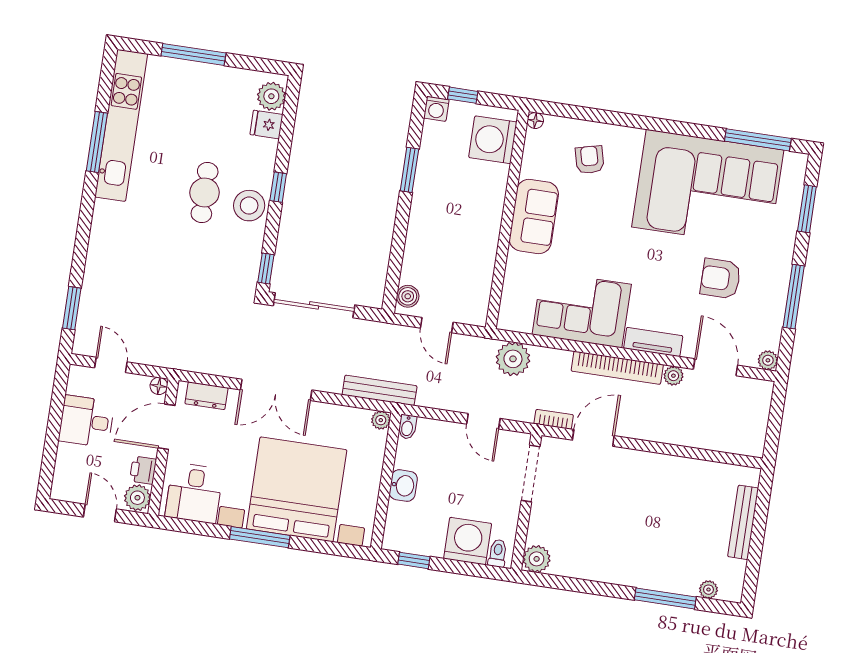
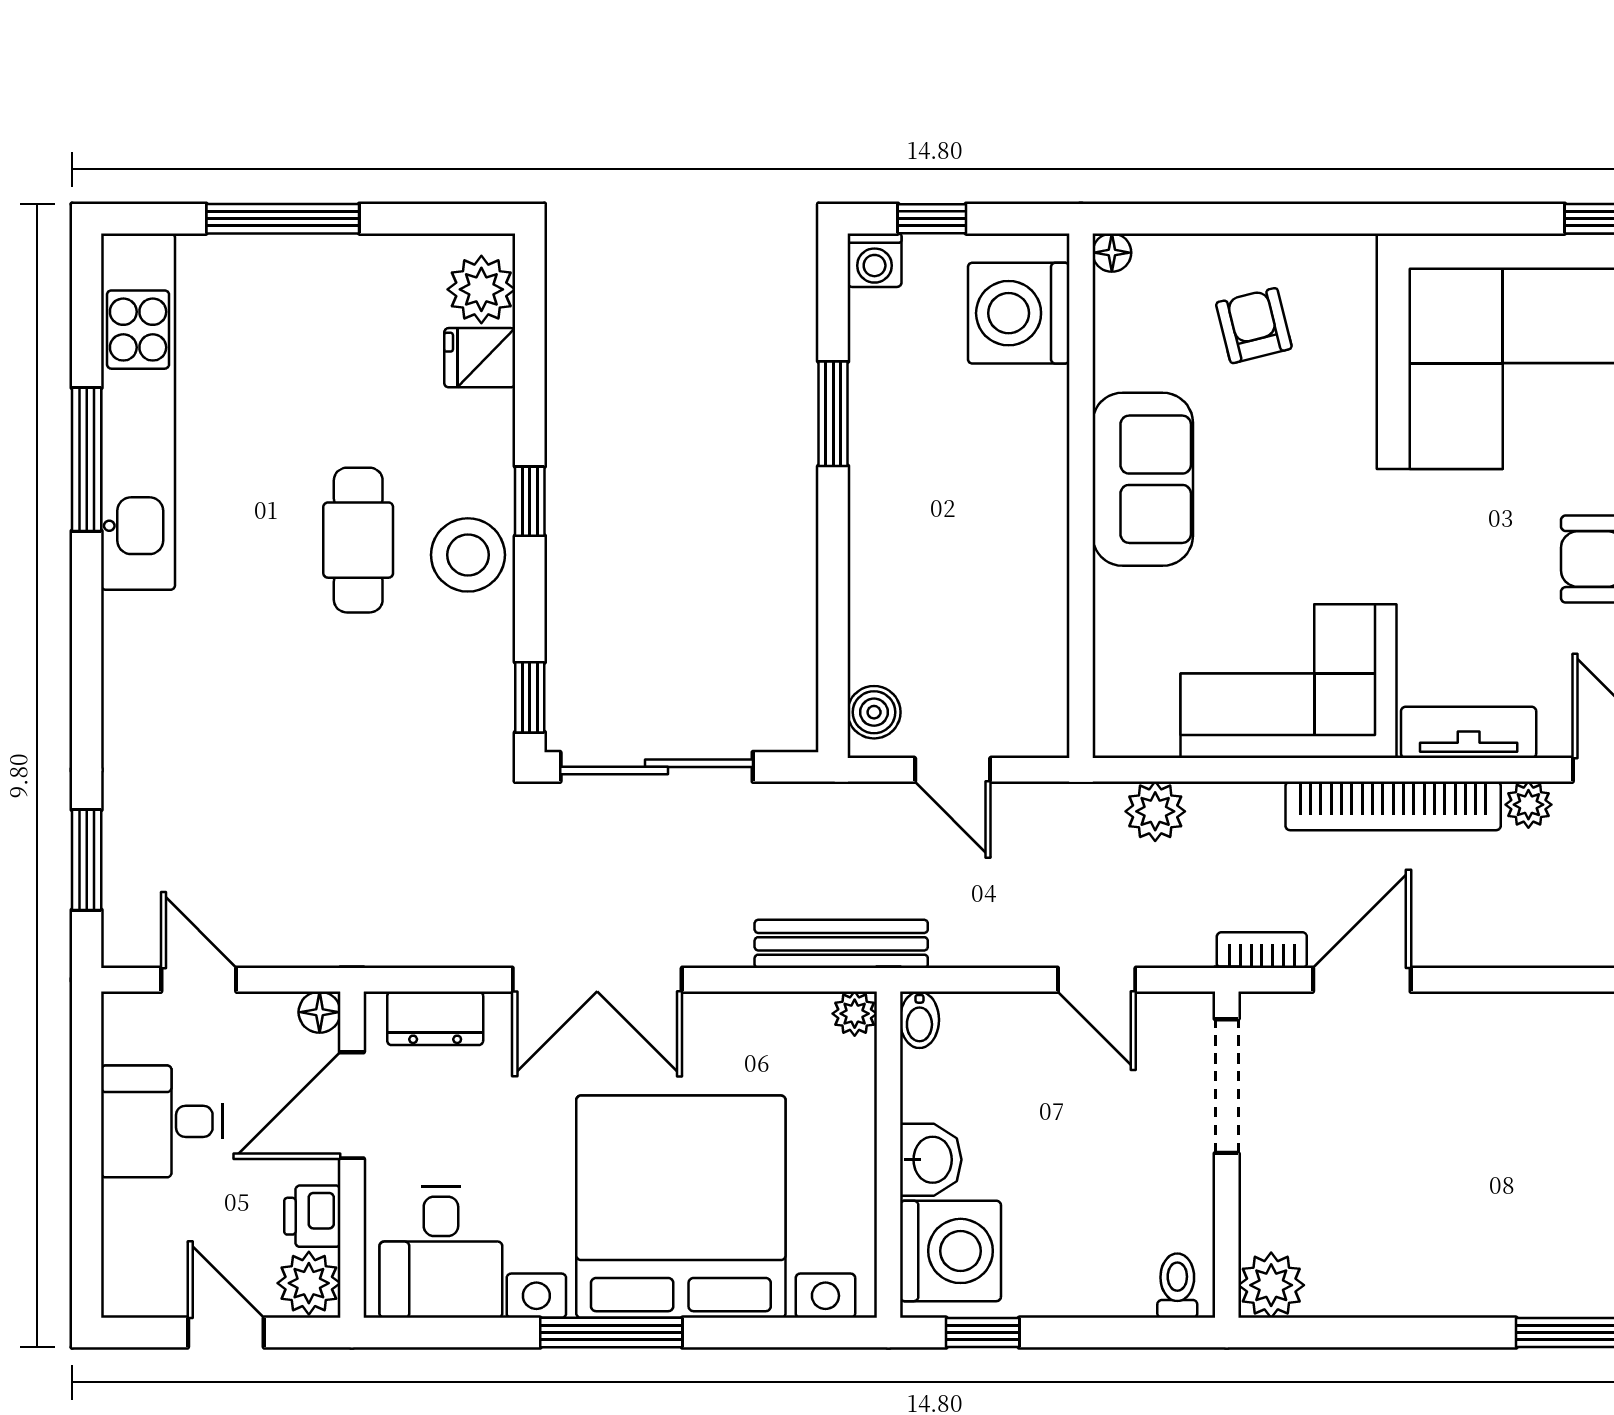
plant: (513, 359) -> (1155, 811), width x0.73, depth x0.73
washing machine: (468, 541) -> (950, 1251), moved, turned 90

